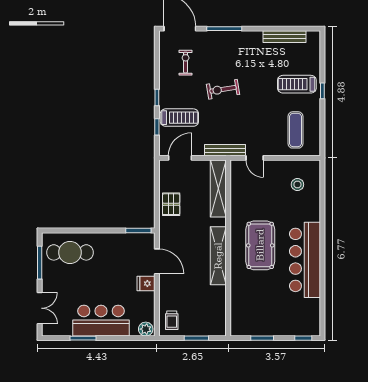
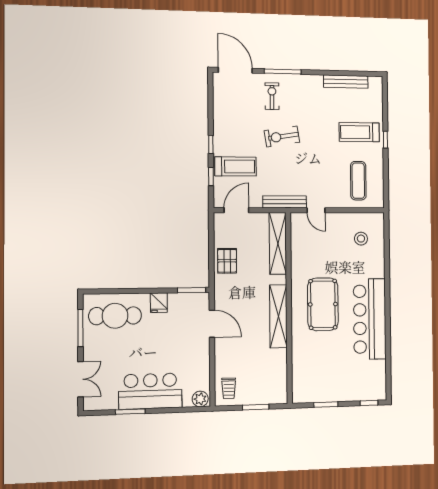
exercise bike: (186, 63) -> (272, 96), moved
fridge: (146, 283) -> (159, 303), moved, turned -90

